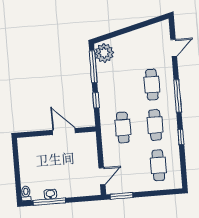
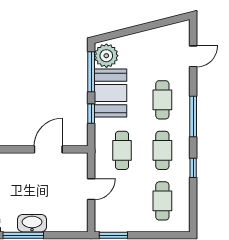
booth: (110, 82) -> (111, 93), added
door: (64, 131) -> (48, 149), hinge flipped
door: (102, 176) -> (91, 189), moved
washbasin: (50, 194) -> (32, 223), width x1.91, depth x1.45

